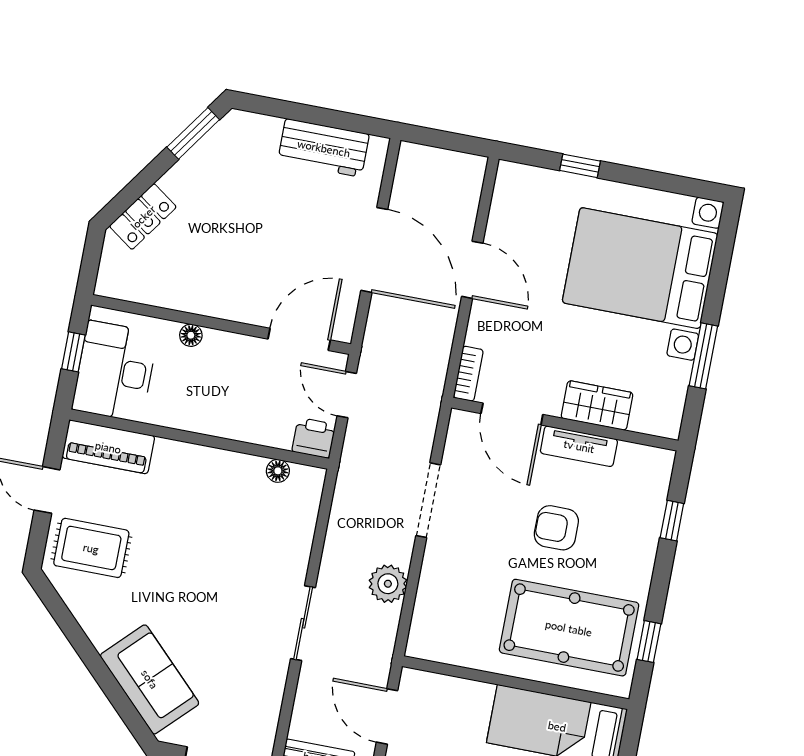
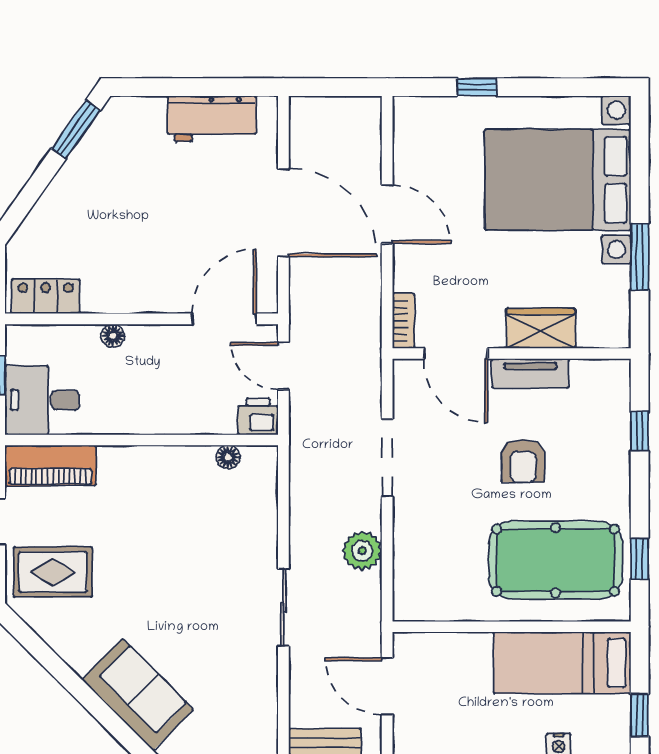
locker: (143, 217) -> (46, 296), moved, turned -125
desk: (115, 371) -> (42, 400), width x0.73
armchair: (556, 528) -> (523, 461), turned -90

